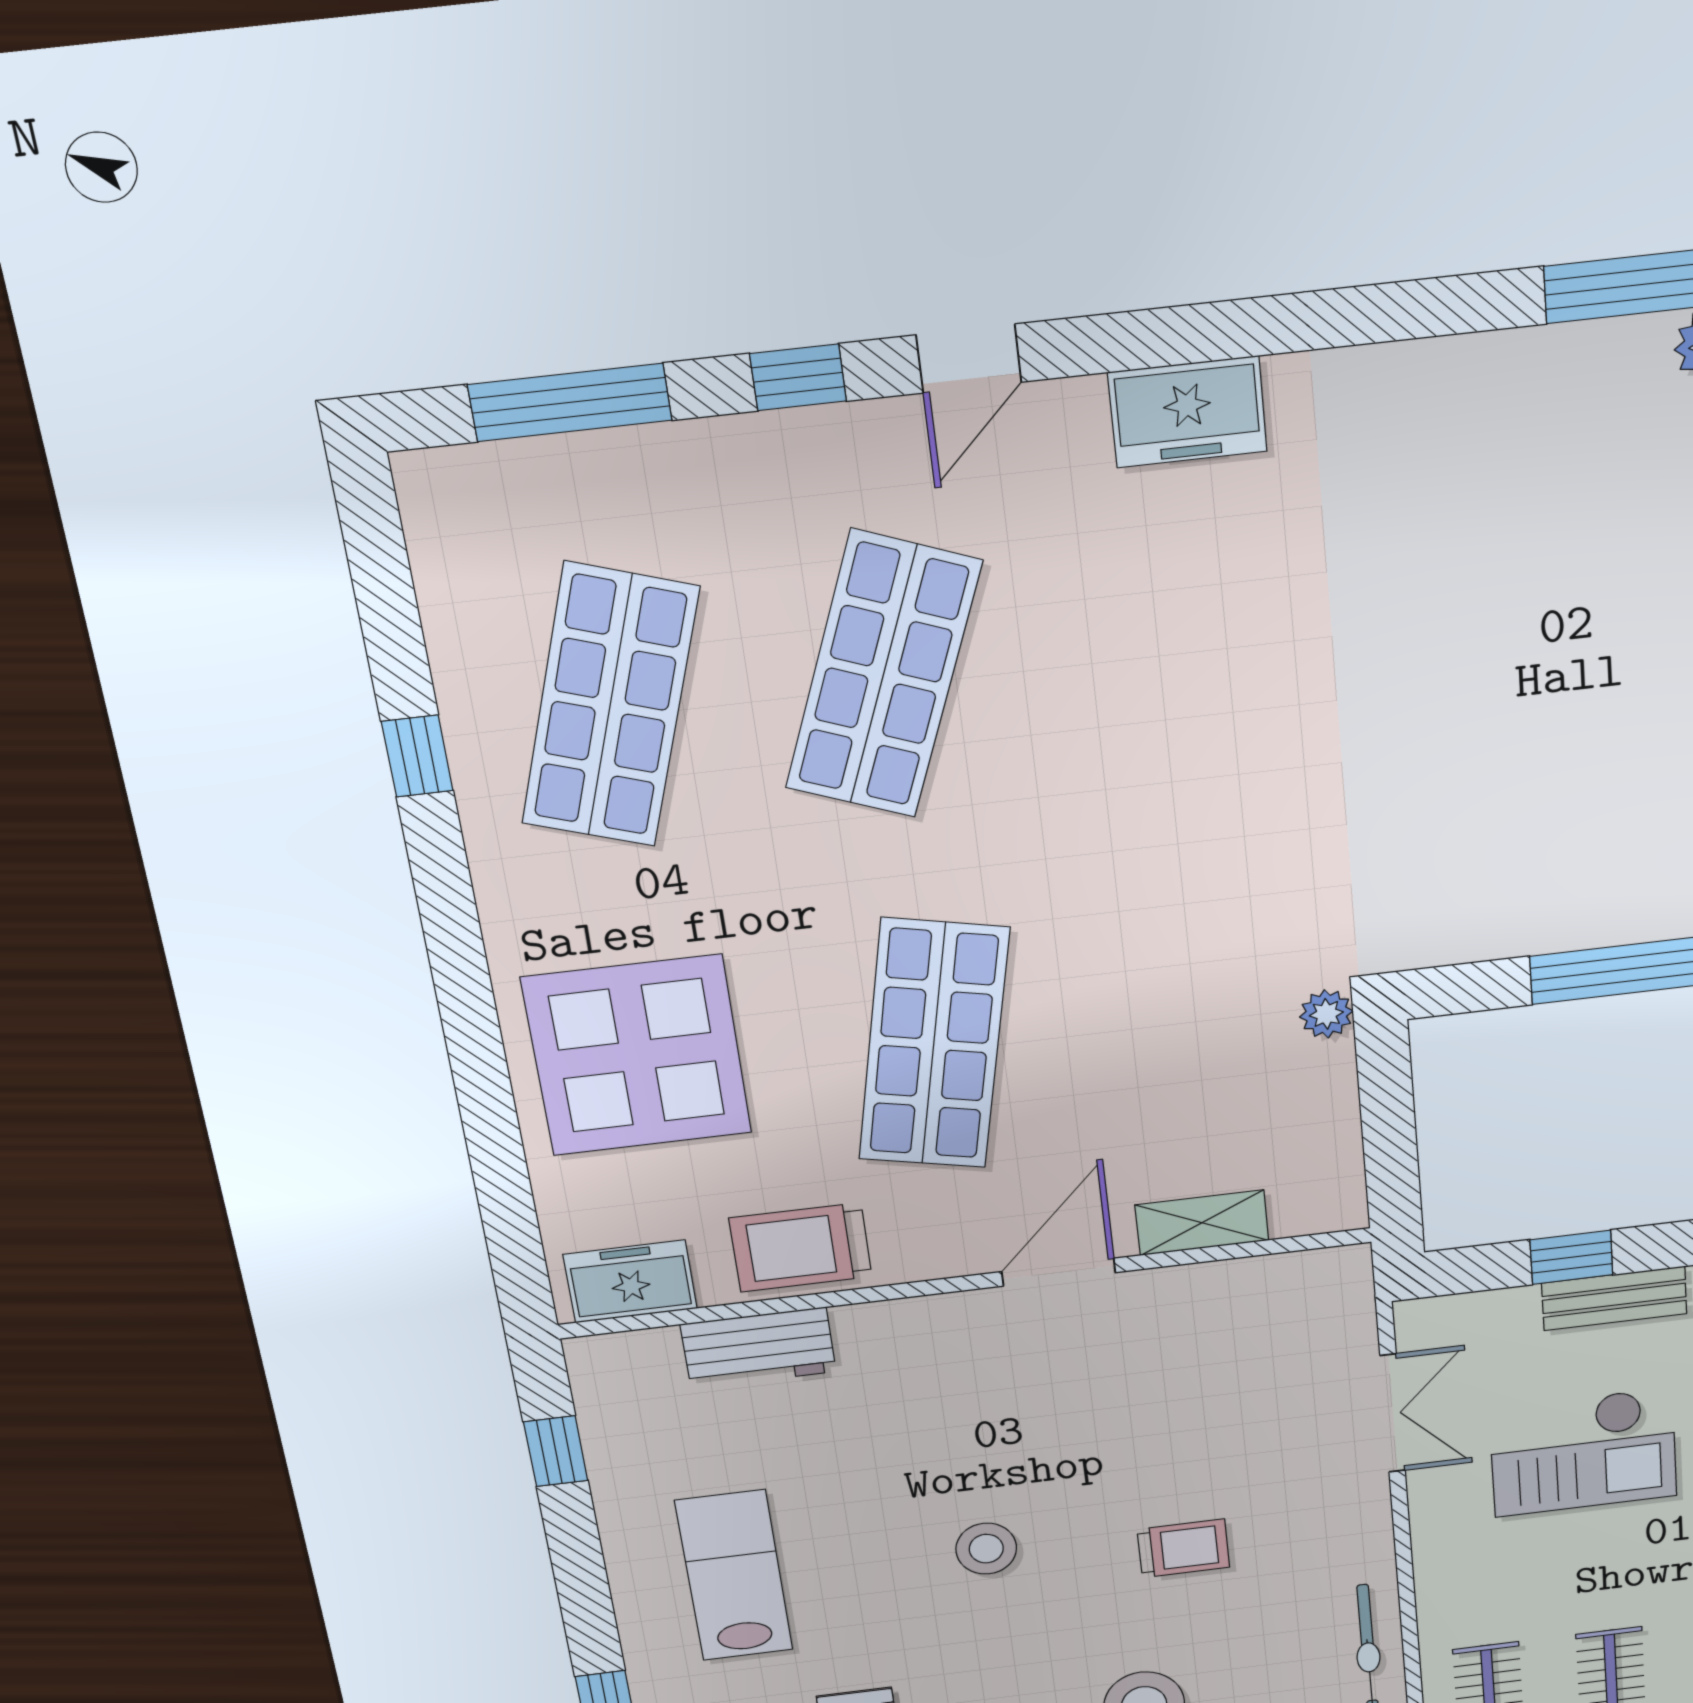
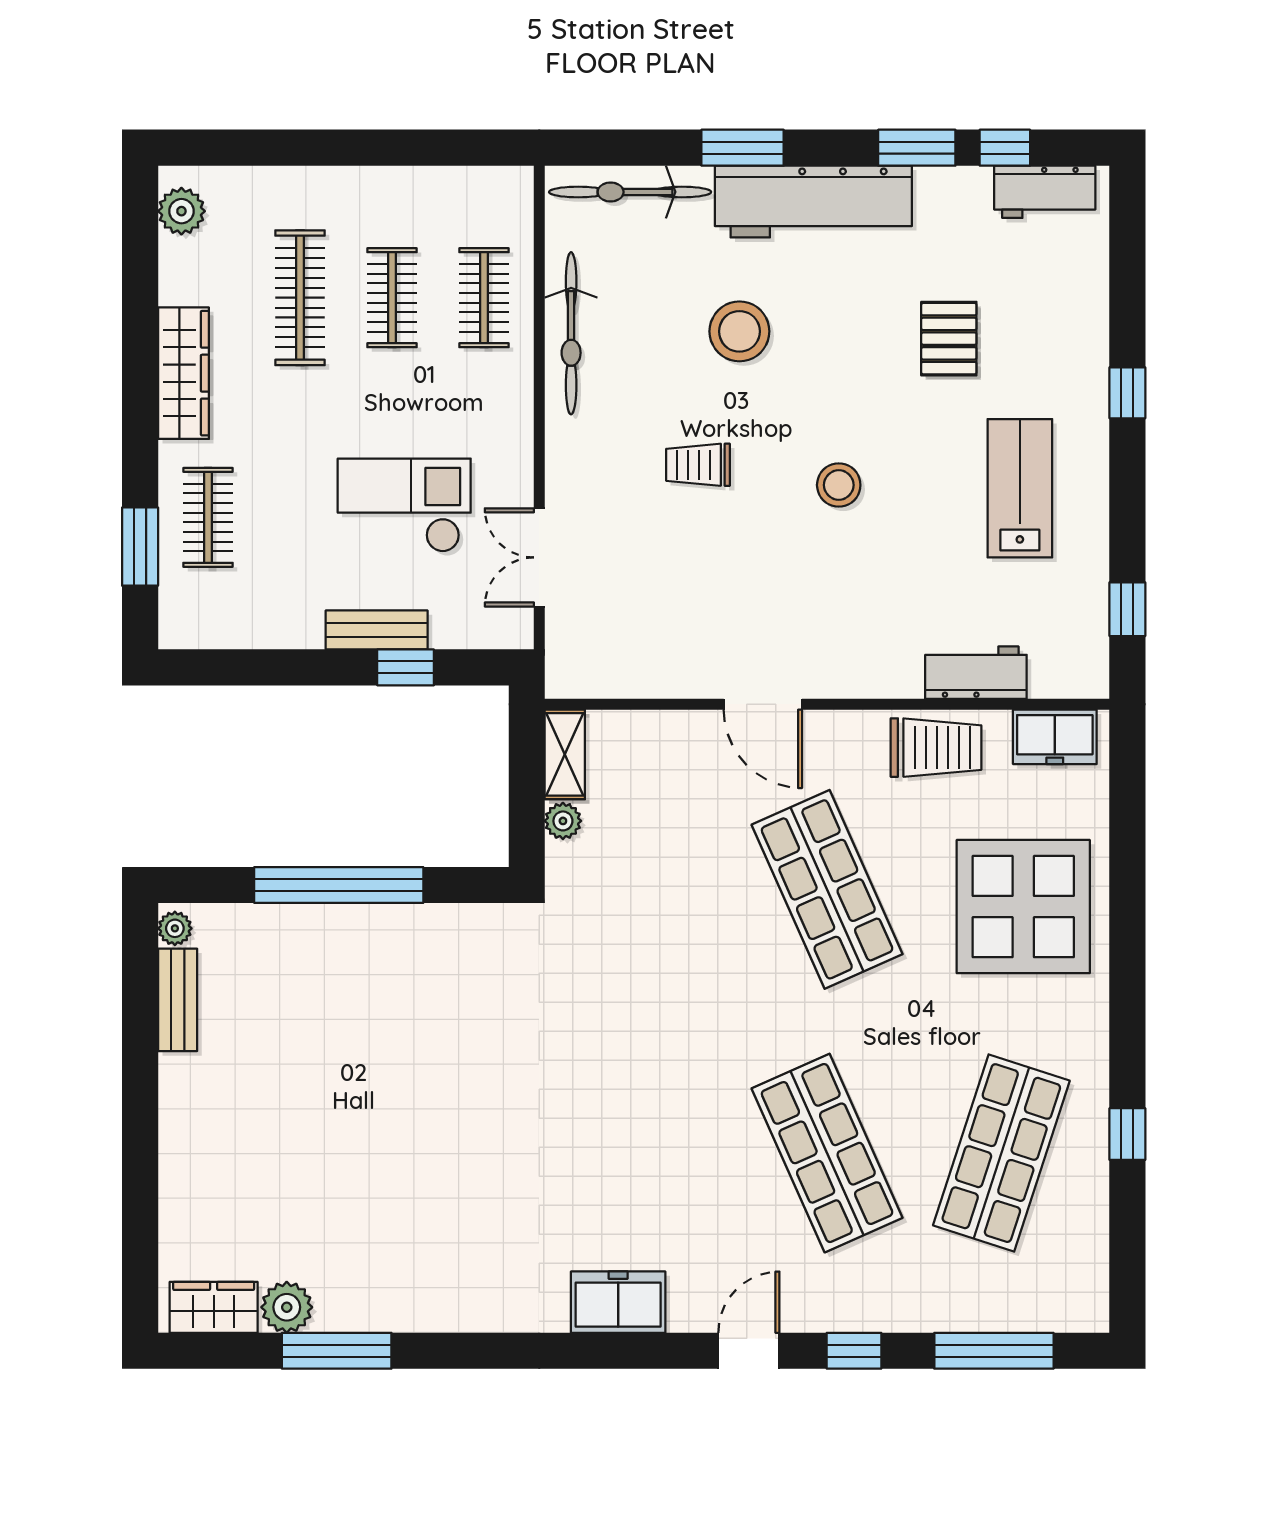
shop shelf: (883, 675) -> (827, 1153), turned -45
plant: (1326, 1014) -> (563, 821), moved
shop shelf: (934, 1044) -> (827, 889), turned -36
shelving: (1202, 1223) -> (565, 754), moved, turned 90
door: (1059, 1272) -> (763, 704), hinge flipped
lab bench: (734, 1576) -> (1020, 488), turned 180

